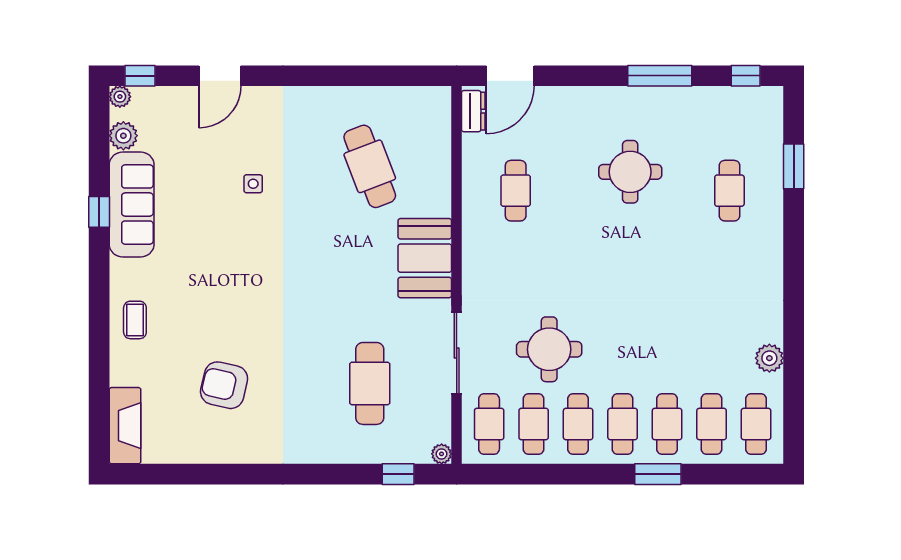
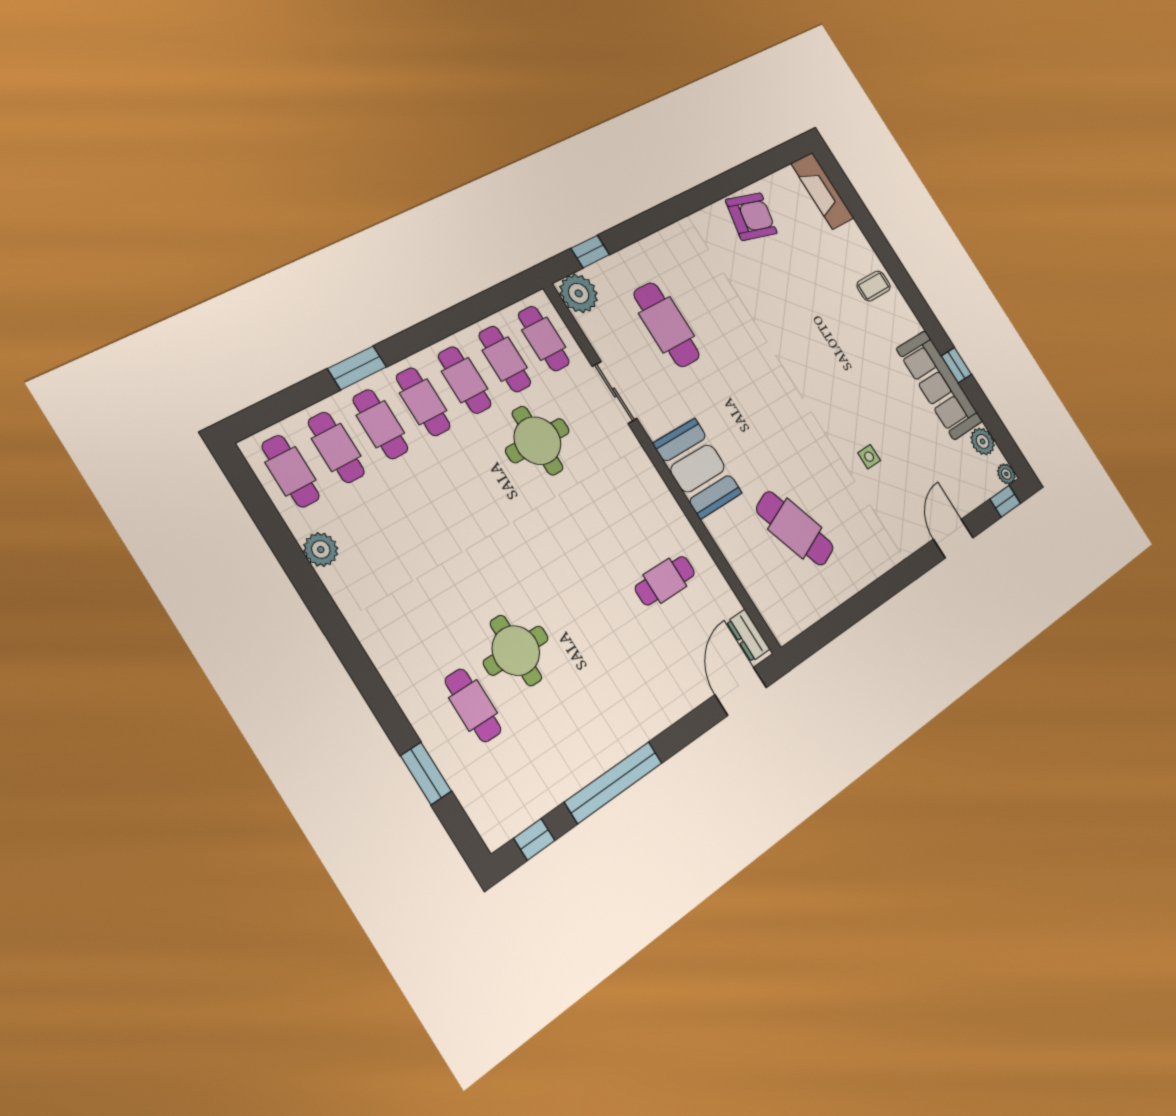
window: (660, 76) -> (614, 782), width x1.46
round table: (630, 172) -> (516, 651), moved
cafe table: (516, 191) -> (665, 581), turned 90
coffee table: (135, 320) -> (874, 286), turned 90
sliding door: (457, 353) -> (615, 392), width x0.73
armchair: (224, 385) -> (751, 217), moved
plant: (442, 454) -> (579, 293), width x1.88, depth x1.88

